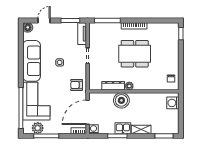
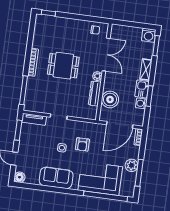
dining table: (135, 54) -> (63, 66), width x0.73
sofa: (32, 61) -> (56, 178), width x0.73
armchair: (77, 85) -> (82, 144), moved
double door: (150, 91) -> (106, 55), added
boiler: (121, 100) -> (110, 99), moved
washing machine: (173, 103) -> (149, 35), moved
door: (88, 112) -> (120, 125), hinge flipped
plant: (38, 128) -> (132, 165), moved
washing machine: (93, 129) -> (141, 103), moved

